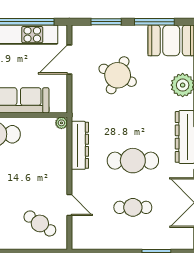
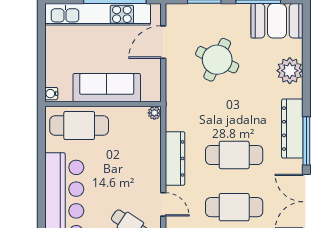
dresser: (80, 145) -> (175, 158), moved
cafe table: (133, 207) -> (234, 207), width x1.37, depth x1.35

